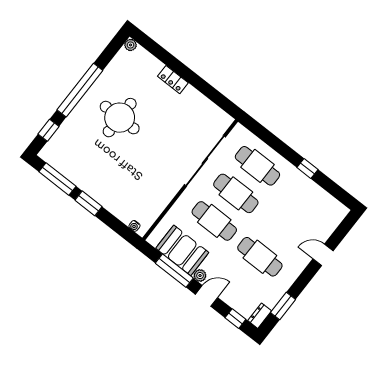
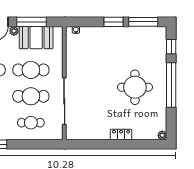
cafe table: (257, 166) -> (31, 123), width x0.73, depth x0.74

